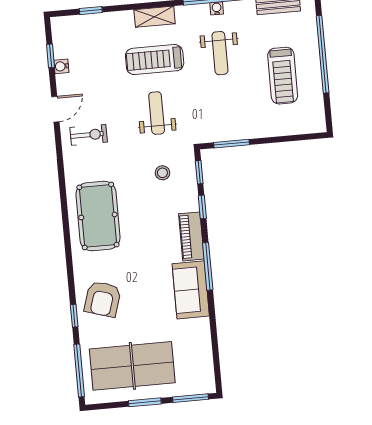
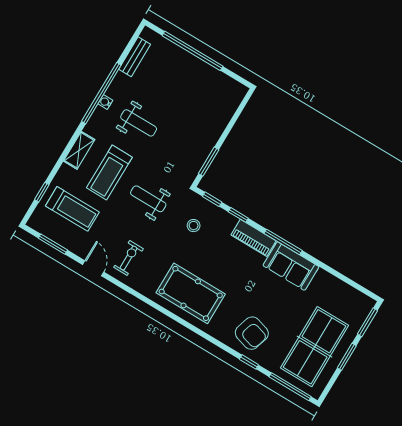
window: (51, 56) -> (53, 244), width x1.50
water cooler: (61, 66) -> (66, 242), removed
treadmill: (283, 76) -> (72, 209), moved

